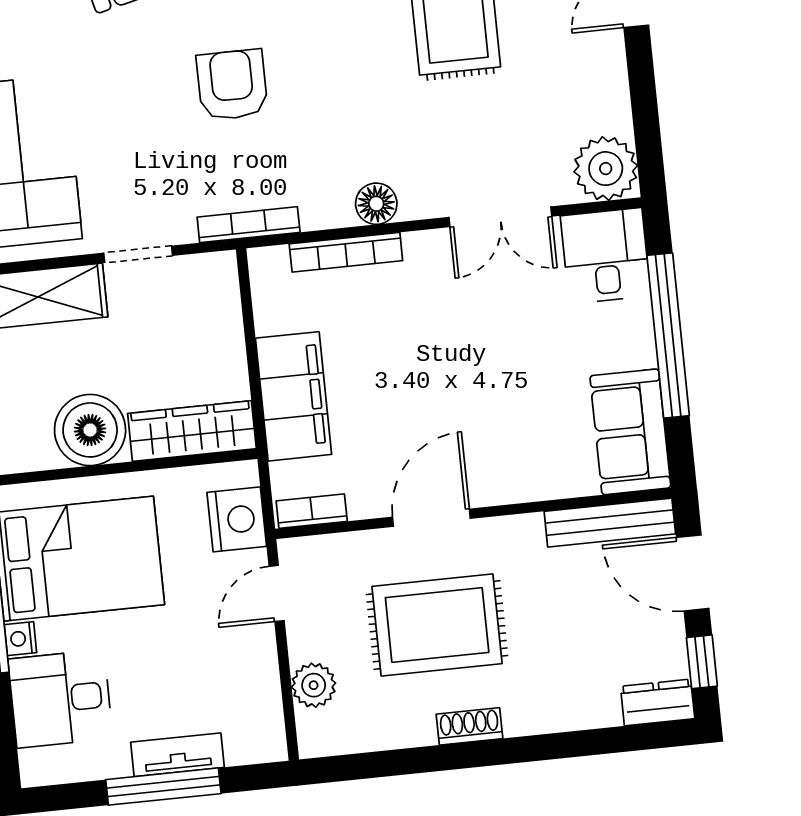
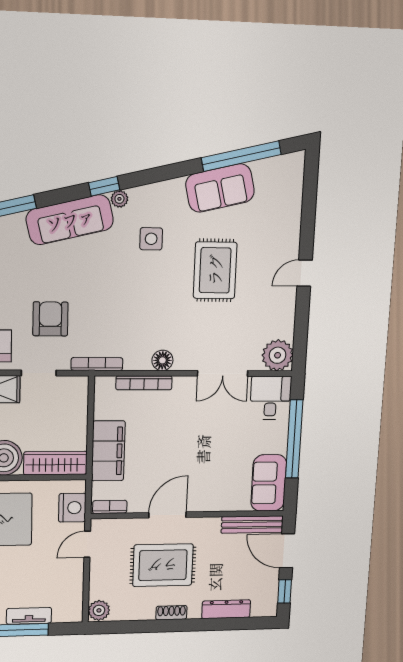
armchair: (232, 85) -> (50, 319), moved
plant: (314, 685) -> (99, 610), moved
dresser: (658, 703) -> (226, 609), moved, width x1.44

